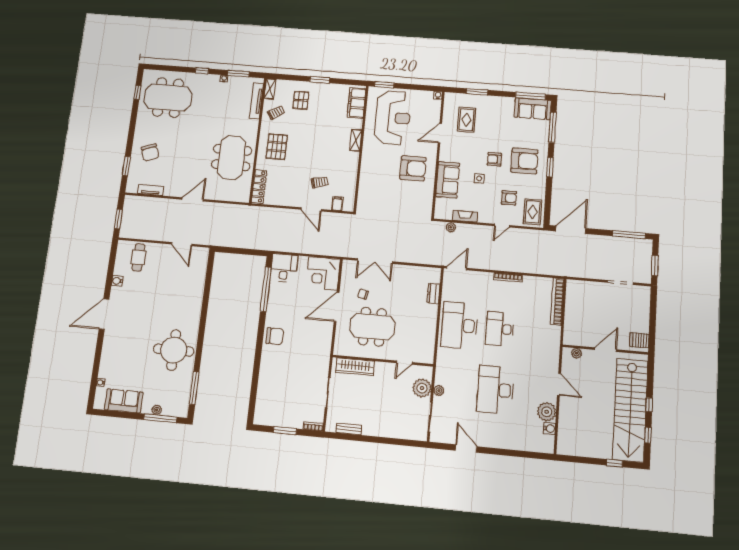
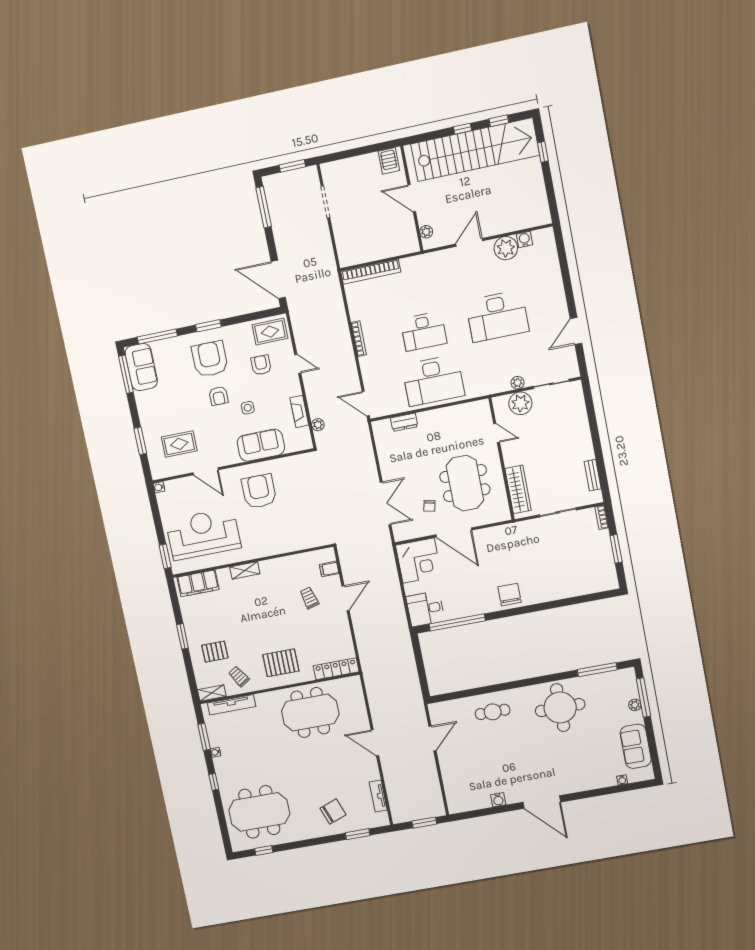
meeting table: (168, 98) -> (259, 812), turned 90
cafe table: (138, 257) -> (493, 712), moved

